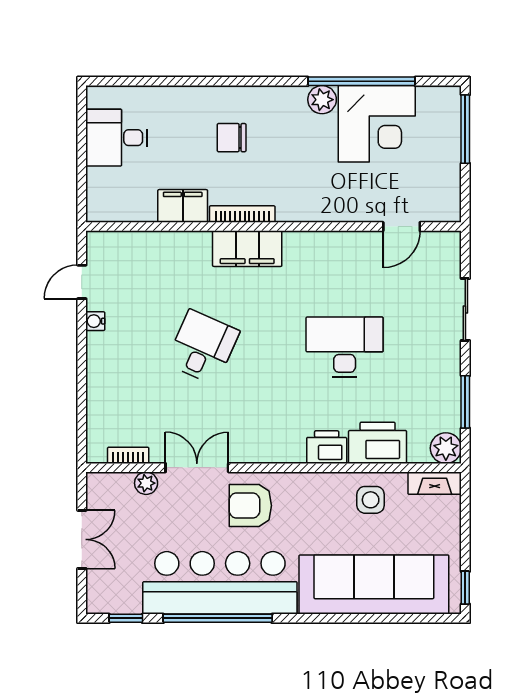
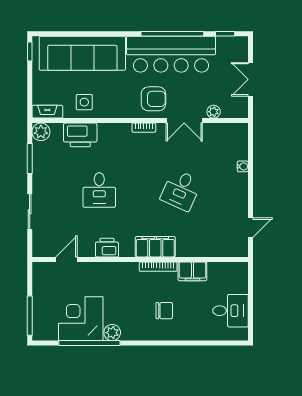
water cooler: (95, 321) -> (243, 166), moved
desk: (345, 347) -> (99, 190), width x0.73
printer: (327, 447) -> (107, 248), moved, turned 180
bookcase: (128, 455) -> (144, 128), moved

